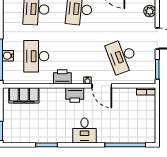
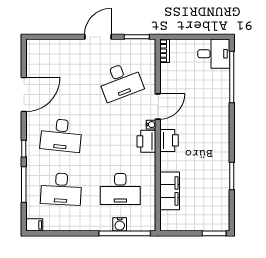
plant: (150, 11) -> (64, 46), removed
printer: (62, 77) -> (146, 141), moved
filing cabinet: (24, 95) -> (170, 191), moved
desk: (85, 130) -> (214, 54), moved

